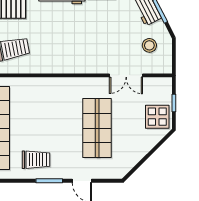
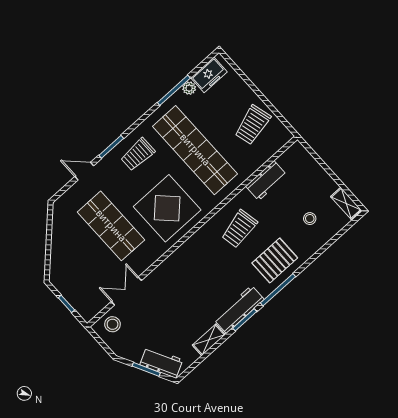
stool: (149, 45) -> (113, 324), moved
display table: (157, 117) -> (167, 208), moved, width x1.86, depth x1.86

